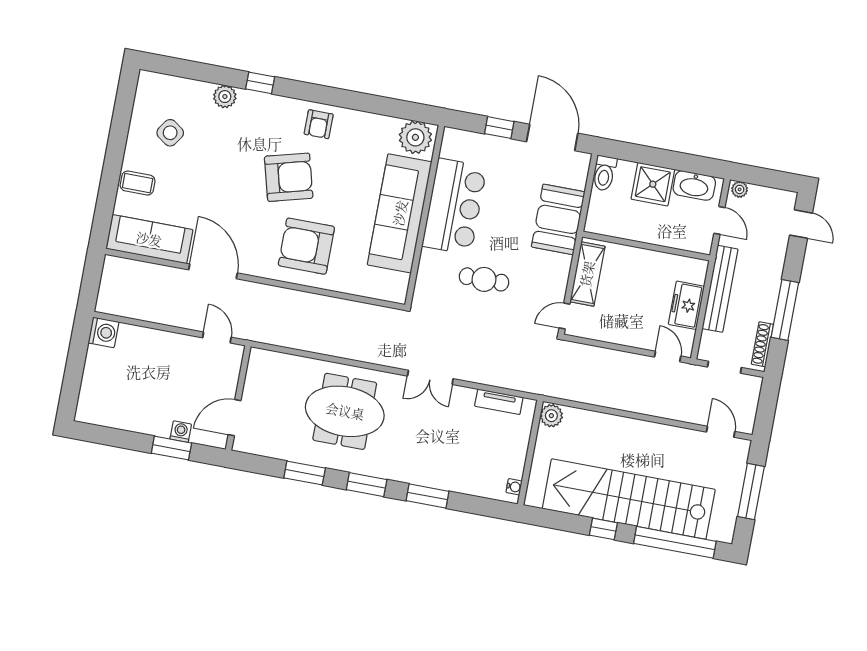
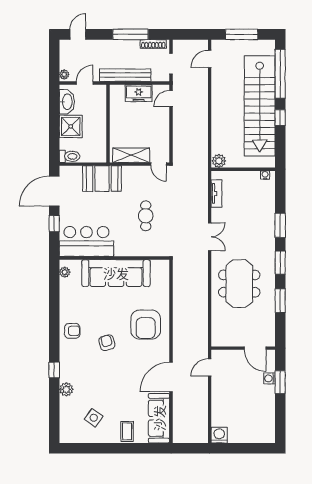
plant: (415, 137) -> (65, 272), width x0.53, depth x0.53
armchair: (289, 177) -> (107, 343), width x0.53, depth x0.53
bar counter: (454, 207) -> (86, 241), moved

